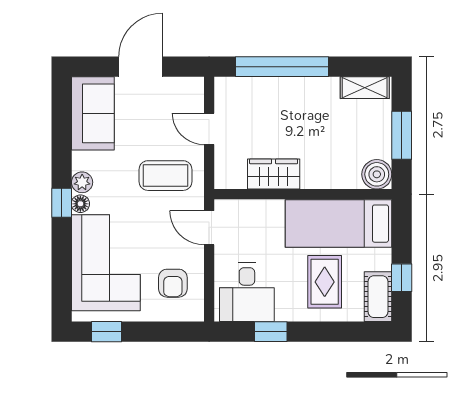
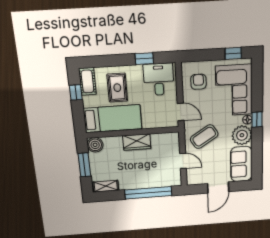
wardrobe: (274, 174) -> (137, 142), moved
coffee table: (166, 176) -> (204, 137), turned -32
plant: (82, 182) -> (242, 135), width x1.88, depth x1.88

